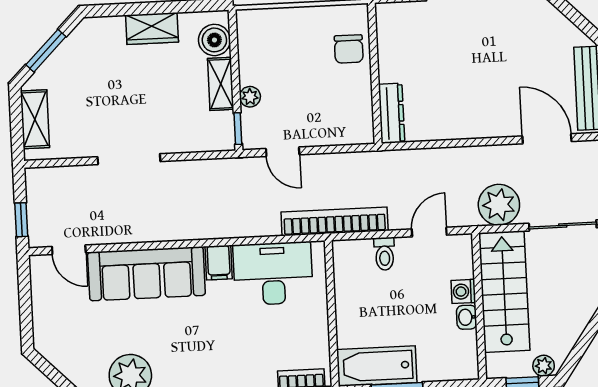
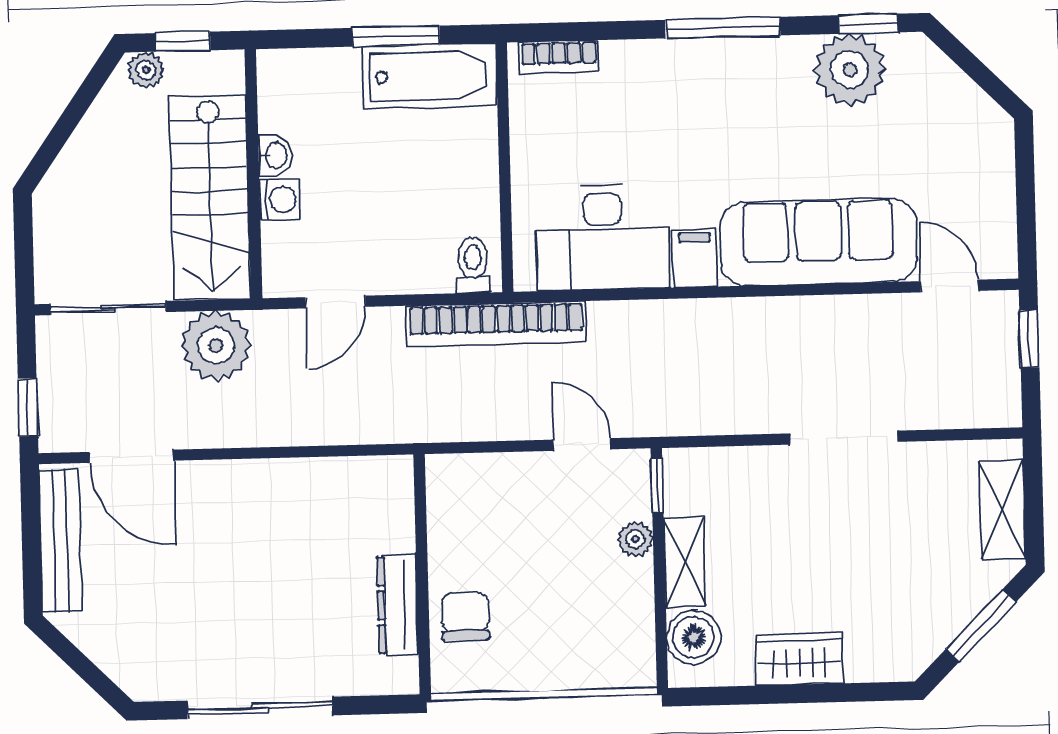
dresser: (392, 113) -> (398, 605), moved
toilet: (384, 254) -> (473, 265), moved

